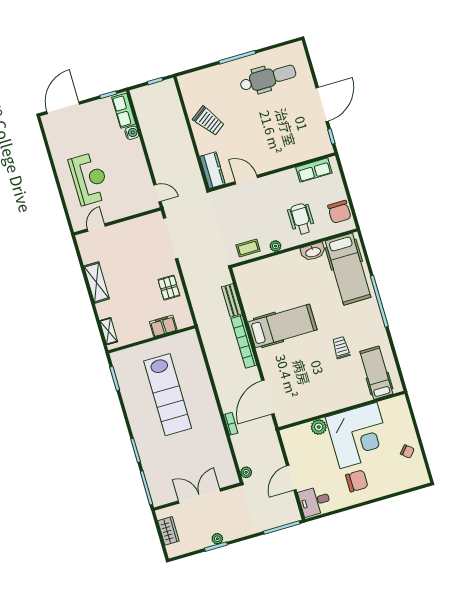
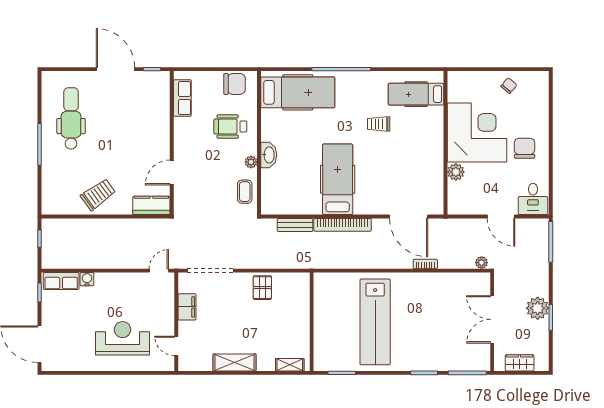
washbasin: (313, 252) -> (269, 155), moved
pallet: (169, 288) -> (262, 288), turned 90
filing cabinet: (163, 326) -> (187, 307), moved, turned 180
lab bench: (168, 395) -> (375, 322), turned 90
plant: (217, 539) -> (538, 308), width x1.88, depth x1.88

